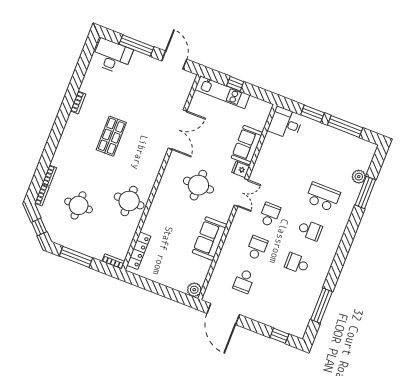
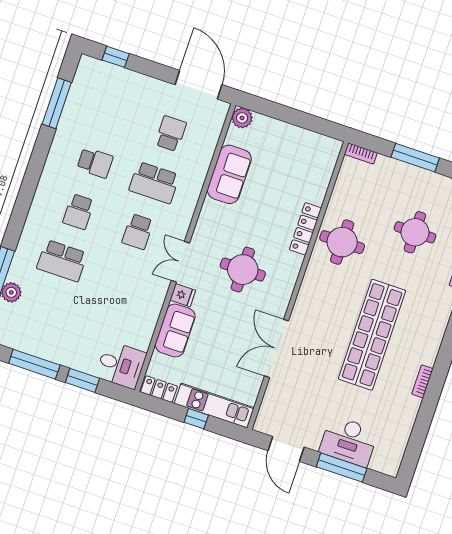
desk: (112, 56) -> (349, 441), moved
locker: (260, 105) -> (159, 389), added
shop shelf: (111, 136) -> (372, 335), width x2.00, depth x1.36
school desk: (310, 230) -> (78, 212), turned -90
sofa: (210, 239) -> (229, 174), moved
school desk: (257, 248) -> (154, 183), width x1.85
locker: (139, 251) -> (305, 229), moved

